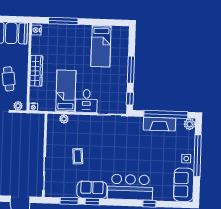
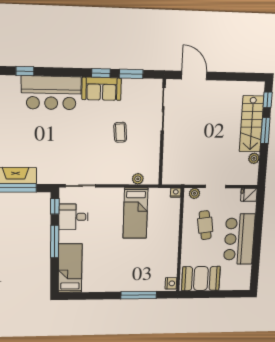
bed: (101, 46) -> (70, 268), moved
wardrobe: (36, 71) -> (172, 236), removed
desk: (86, 101) -> (73, 217), moved, turned -90

